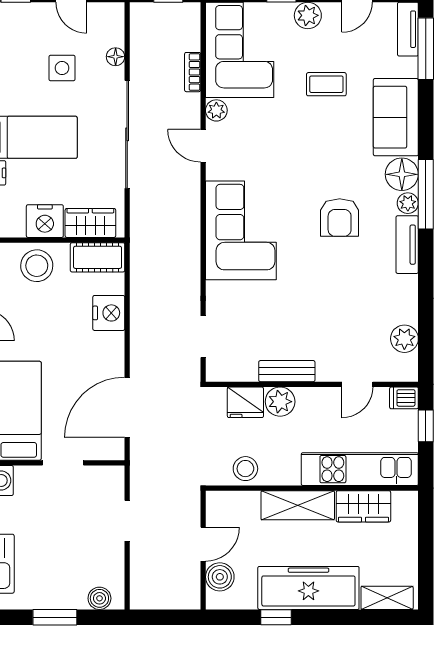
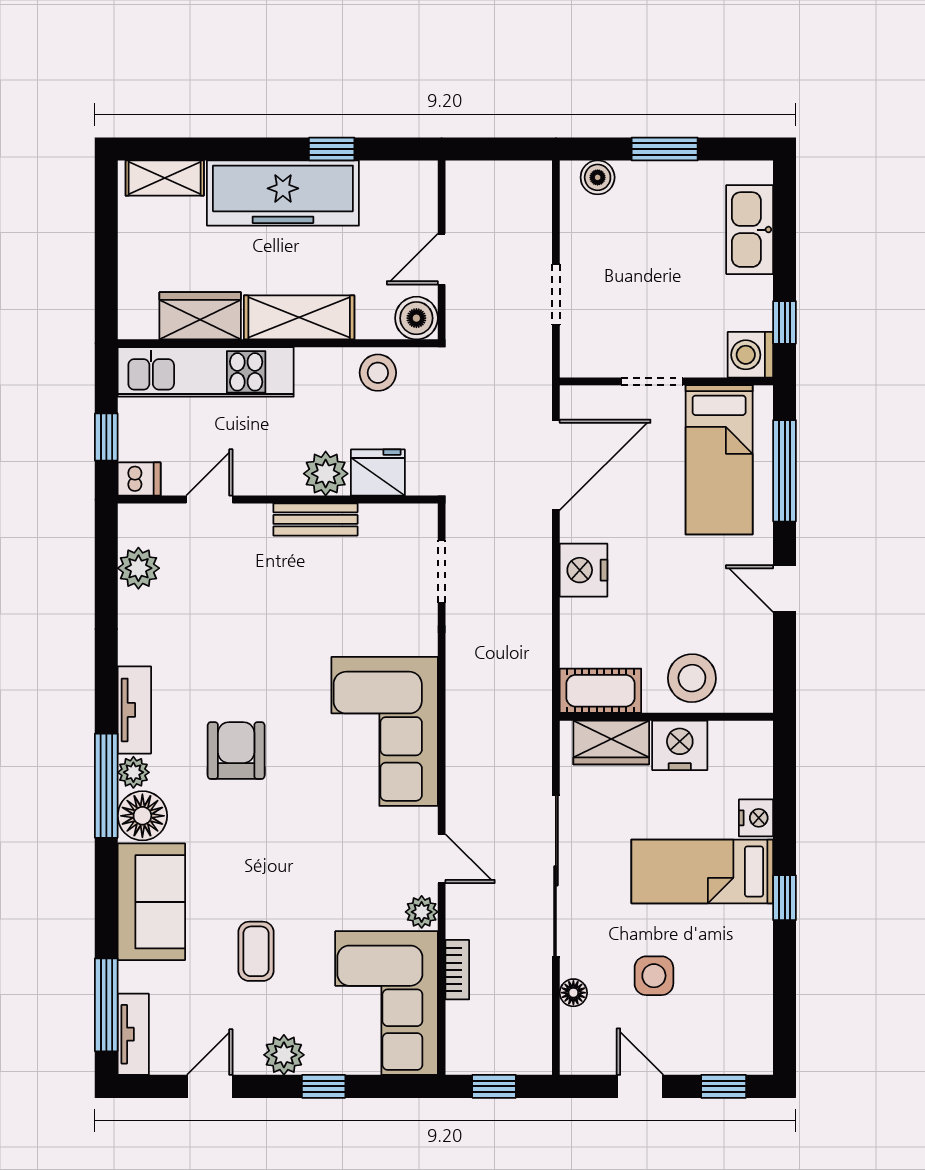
coffee table: (326, 84) -> (256, 951), turned 90
nightstand: (109, 313) -> (584, 570), moved
boiler: (220, 577) -> (416, 318), moved

